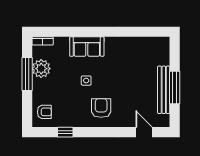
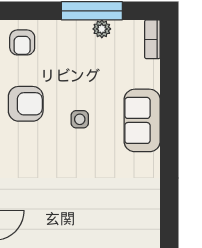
plant: (41, 69) -> (102, 29), width x0.53, depth x0.53
armchair: (101, 108) -> (26, 104), moved

